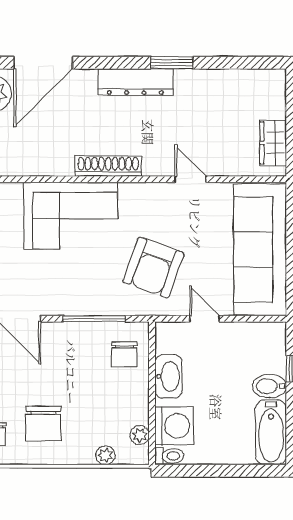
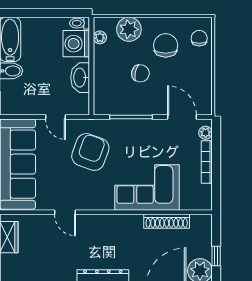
shoe rack: (108, 166) -> (167, 221), moved
chair: (124, 354) -> (140, 73), moved, turned 102
plant: (105, 455) -> (129, 29), width x1.87, depth x1.87

